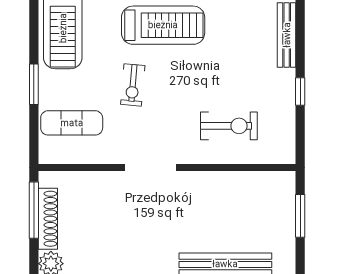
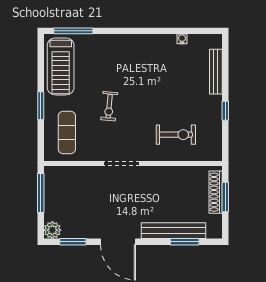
treadmill: (163, 25) -> (130, 65), removed
exercise mat: (72, 123) -> (67, 133), turned 90
shoe rack: (48, 219) -> (216, 192), moved, turned 180

